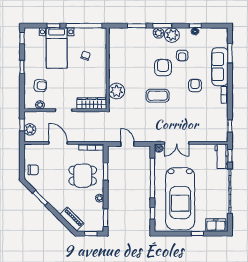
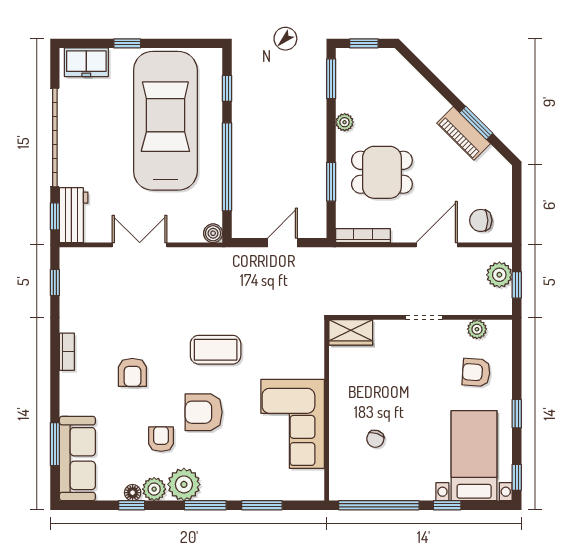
plant: (158, 33) -> (154, 489), moved
bed with nightstands: (57, 48) -> (474, 456), moved
corner sofa: (123, 62) -> (293, 424), added
sofa: (220, 67) -> (77, 459), moved
armchair: (163, 68) -> (204, 412), turned 90
plant: (117, 91) -> (307, 360), removed
wardrobe: (92, 104) -> (351, 332), width x0.67
door: (58, 143) -> (437, 245), swing flipped
double door: (177, 143) -> (140, 245), moved
door: (127, 144) -> (282, 243), swing flipped
chair: (33, 170) -> (481, 220), moved
piano: (72, 219) -> (464, 133), moved

